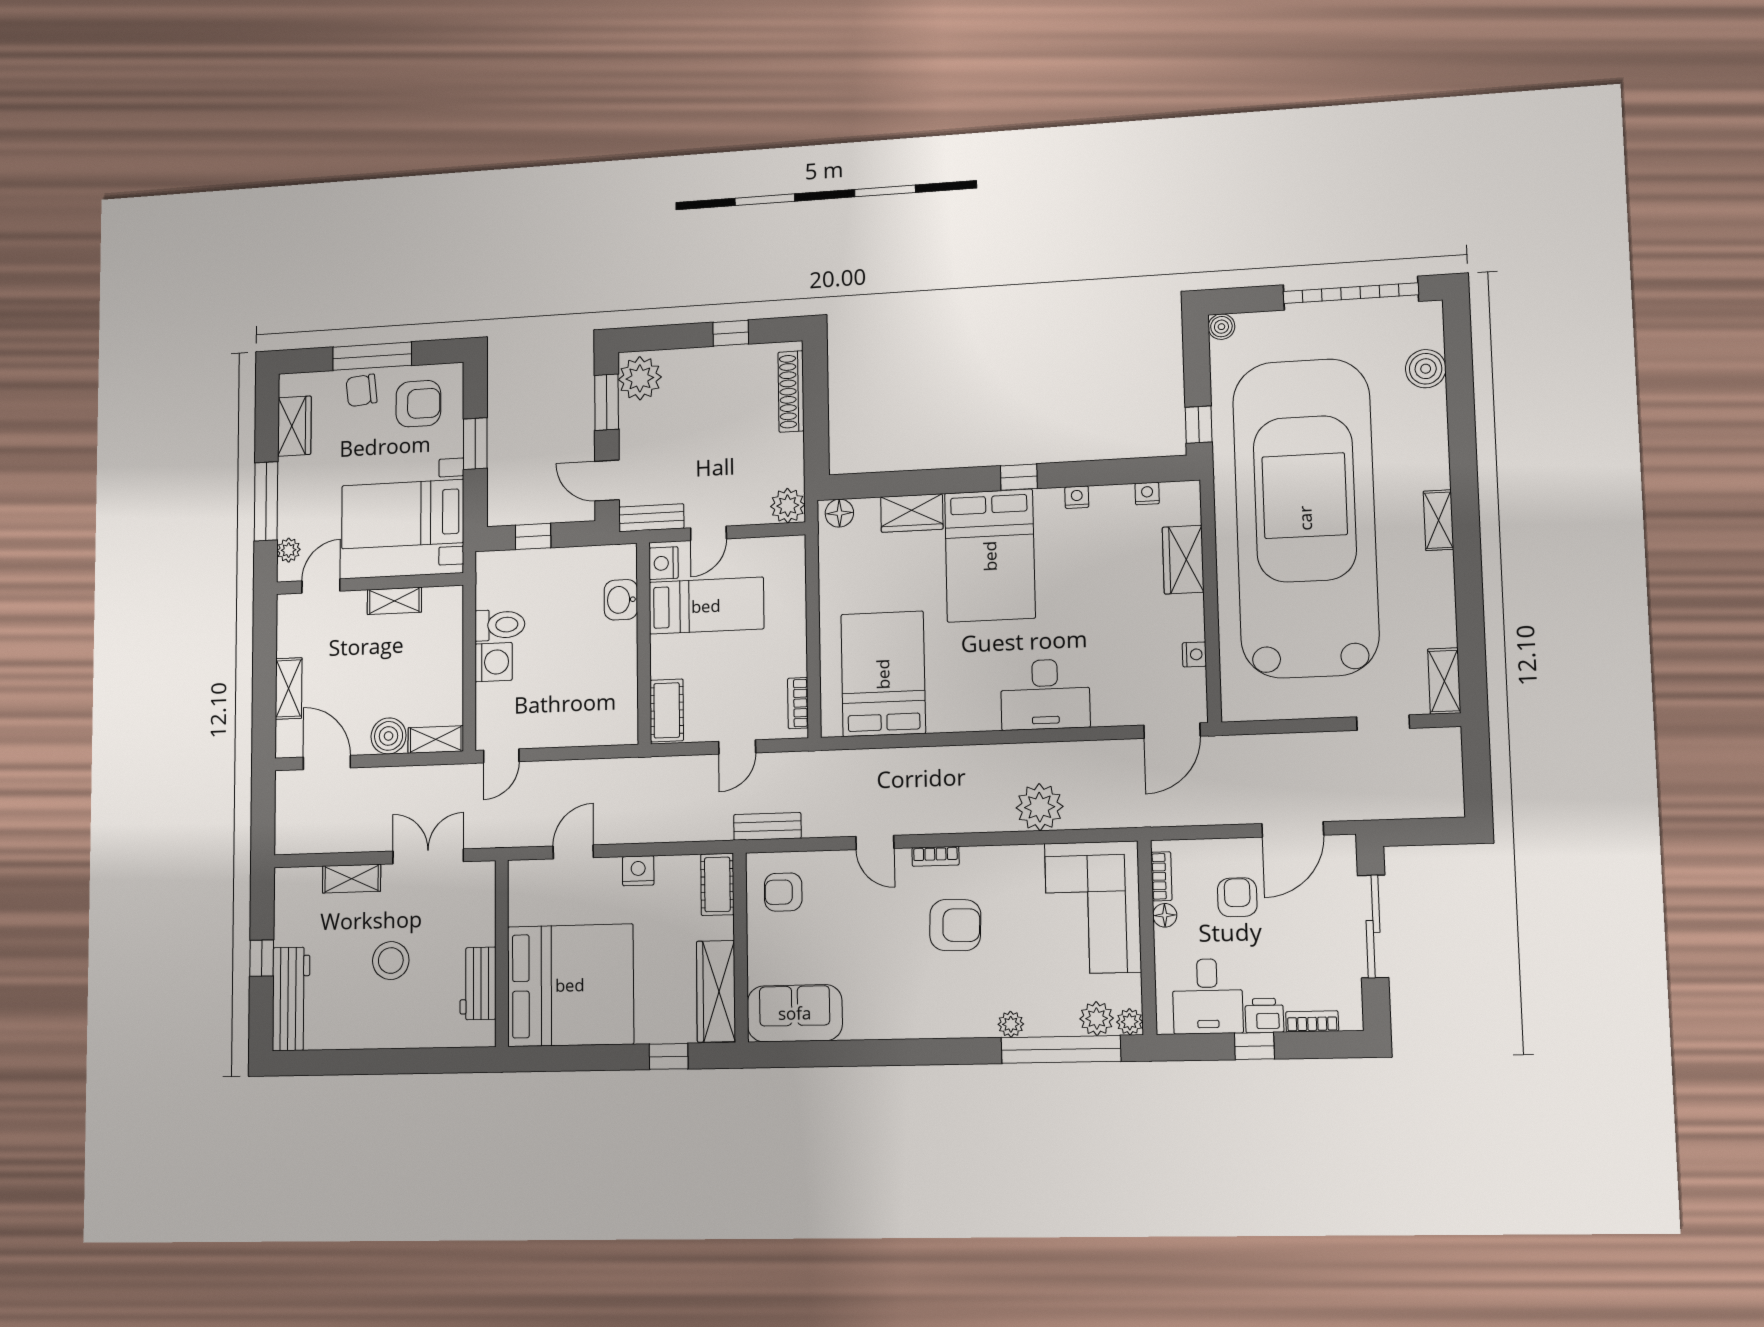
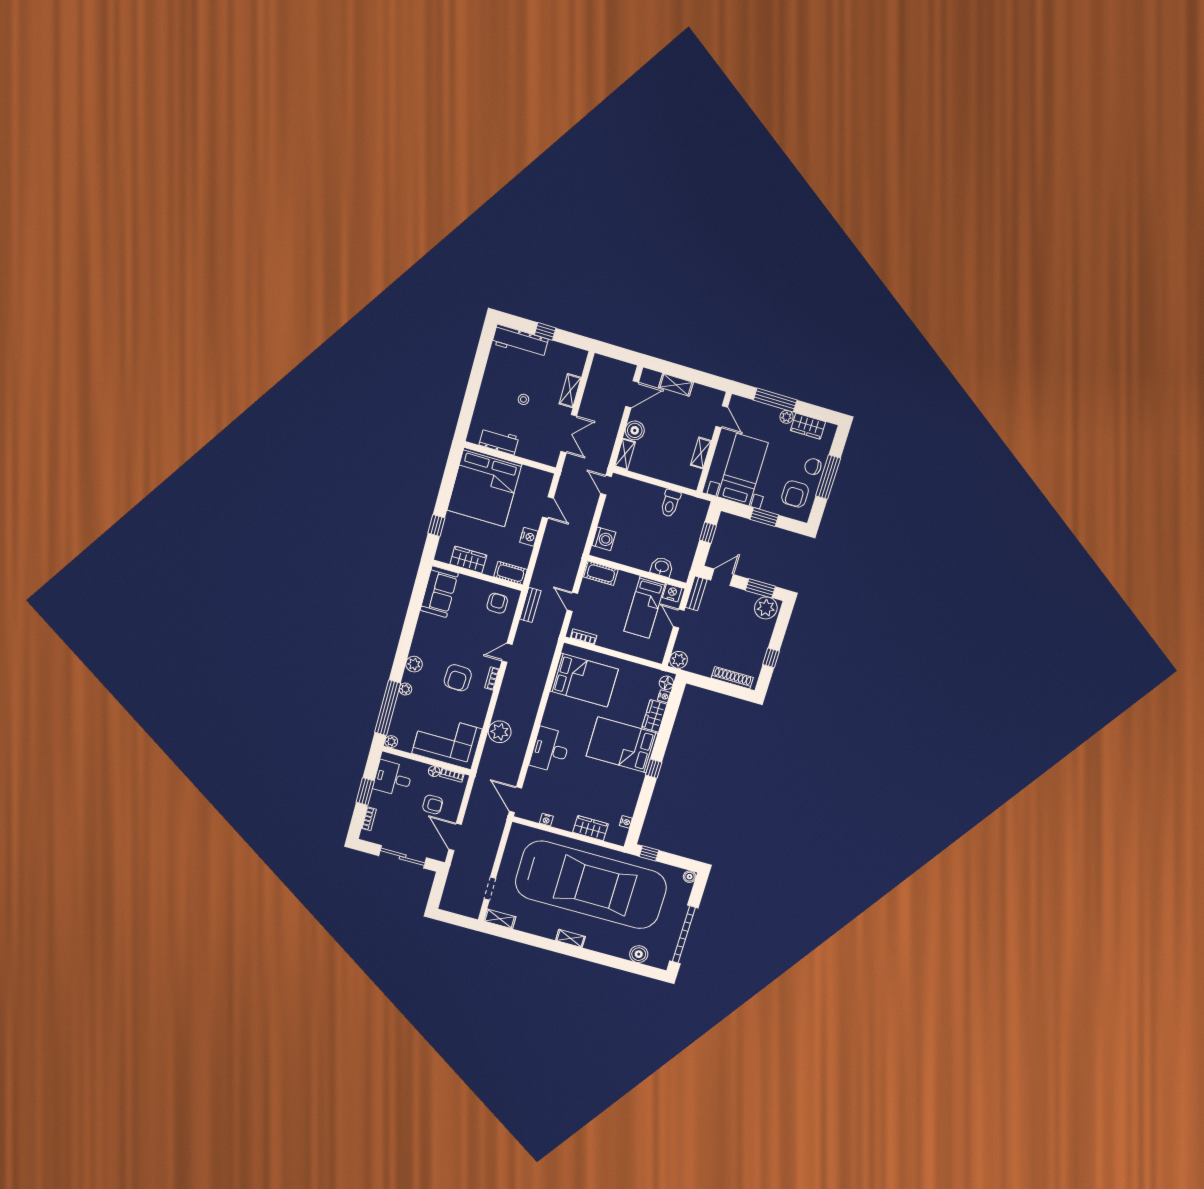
chair: (361, 390) -> (813, 467), turned -84
nightstand: (1077, 497) -> (664, 696), moved
plant: (289, 550) -> (787, 417), moved
washing machine: (494, 662) -> (604, 539), moved, turned -90
stool: (391, 961) -> (523, 399), width x0.53, depth x0.53
wardrobe: (716, 991) -> (468, 560), width x0.67
printer: (1264, 1016) -> (377, 800), removed
plant: (1097, 1019) -> (414, 664), moved
window: (1254, 1046) -> (365, 791), width x1.50

